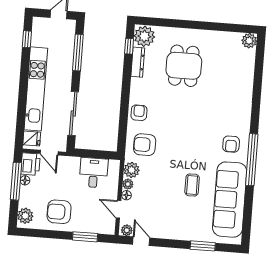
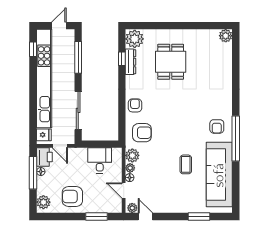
window: (129, 46) -> (122, 59), moved
kitchen unit: (36, 89) -> (44, 79), width x1.36
armchair: (145, 145) -> (142, 133), turned 180

